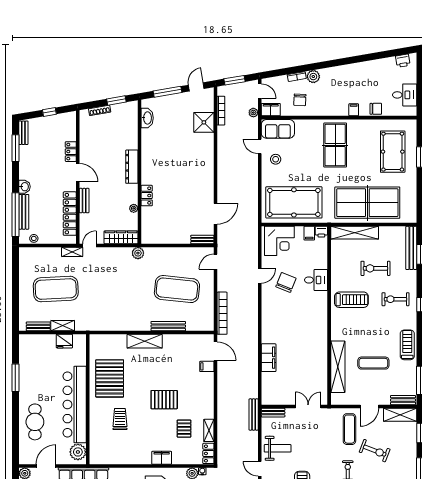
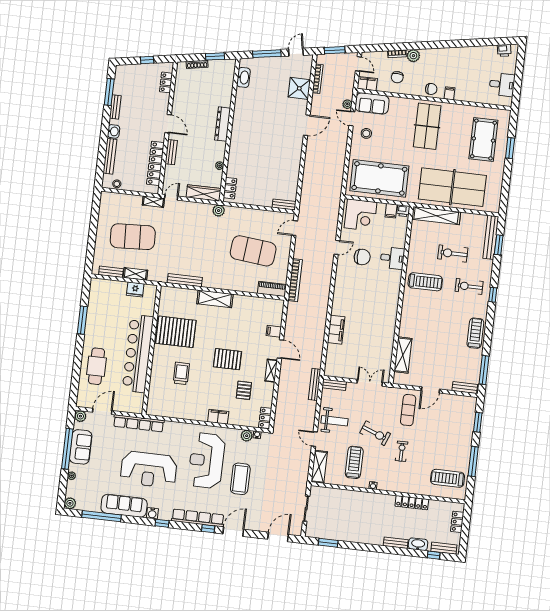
chair: (376, 109) -> (431, 89), moved
plant: (253, 113) -> (347, 104), moved
bench: (23, 133) -> (115, 107), moved
locker: (71, 152) -> (166, 82), moved
locker: (147, 196) -> (230, 188), moved
door: (216, 214) -> (307, 125), moved
window: (15, 215) -> (101, 158), removed
chair: (286, 282) -> (362, 257), turned 68
piano: (200, 325) -> (272, 289), added
bench: (168, 326) -> (185, 280), moved
door: (216, 351) -> (280, 349), moved
exercise mat: (373, 363) -> (440, 347), removed
shelving: (338, 367) -> (403, 355), width x0.68
pallet: (110, 378) -> (176, 332), turned 90
shelving: (400, 415) -> (460, 402), removed
shelving: (209, 430) -> (271, 371), moved
exercise bike: (375, 451) -> (375, 433), moved
plant: (78, 452) -> (136, 401), removed

